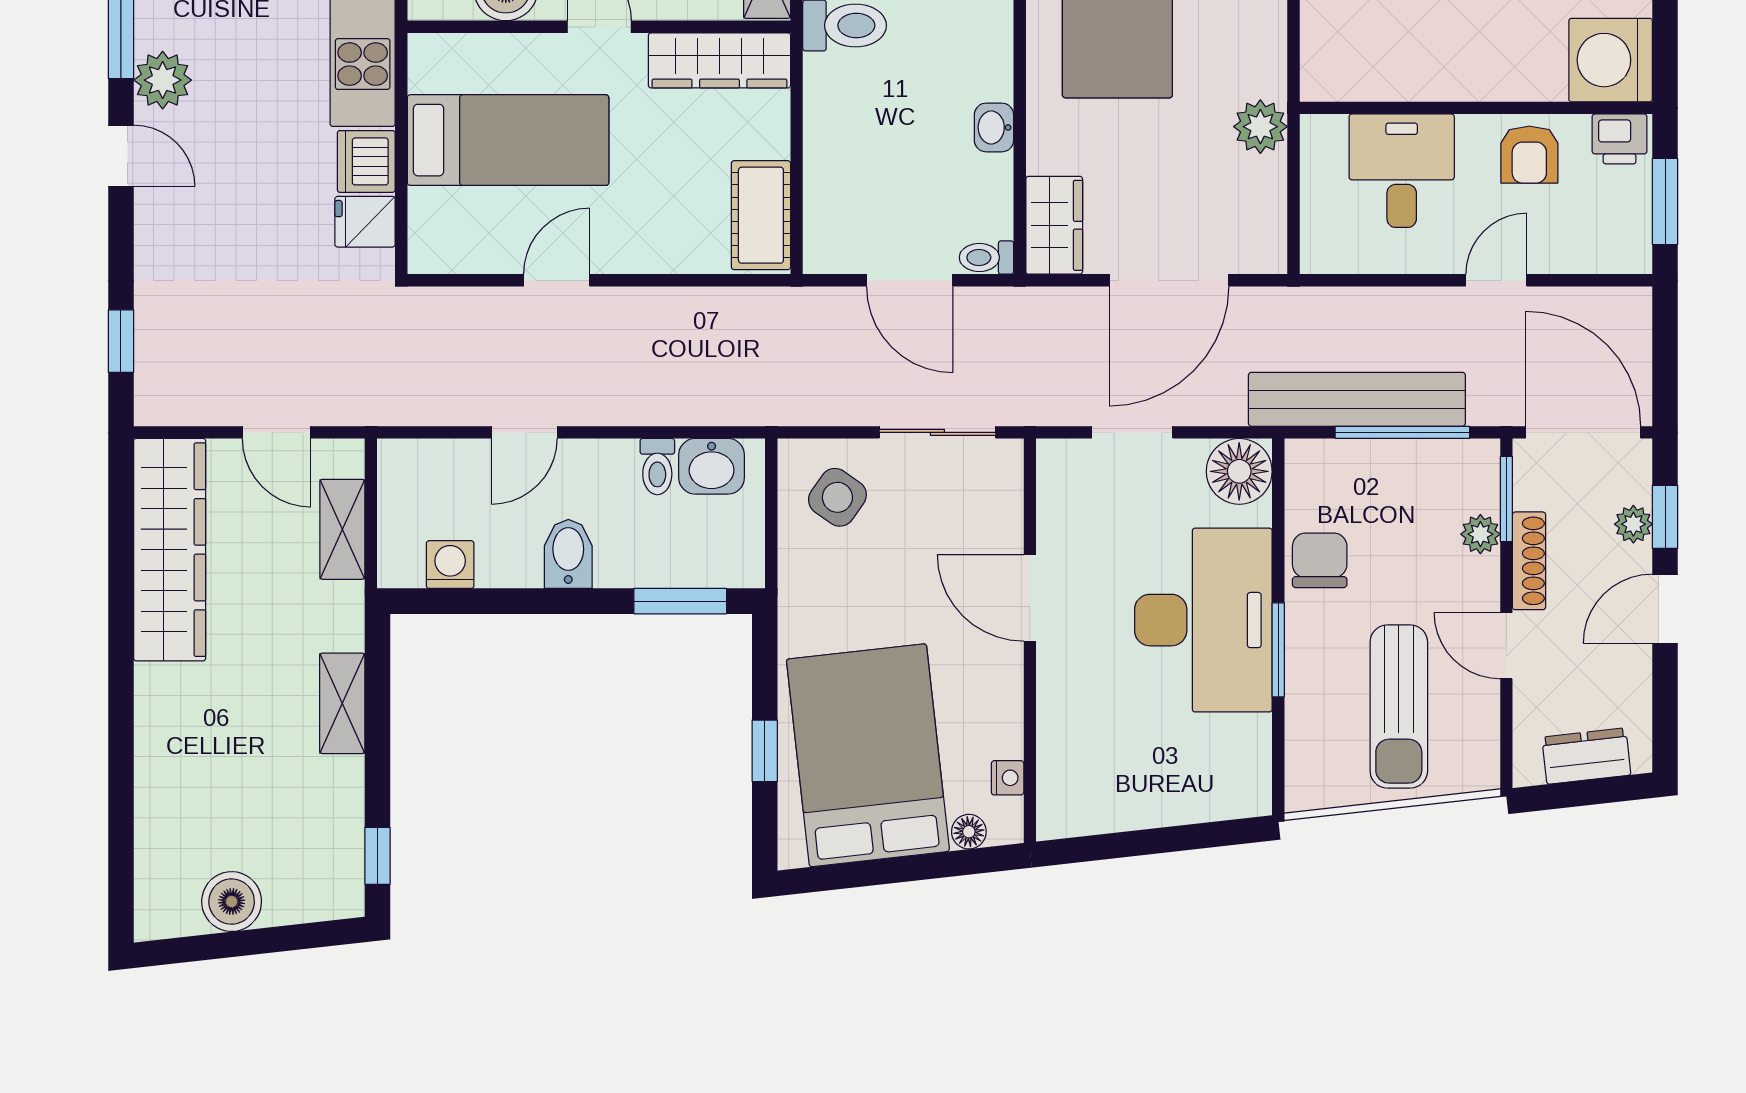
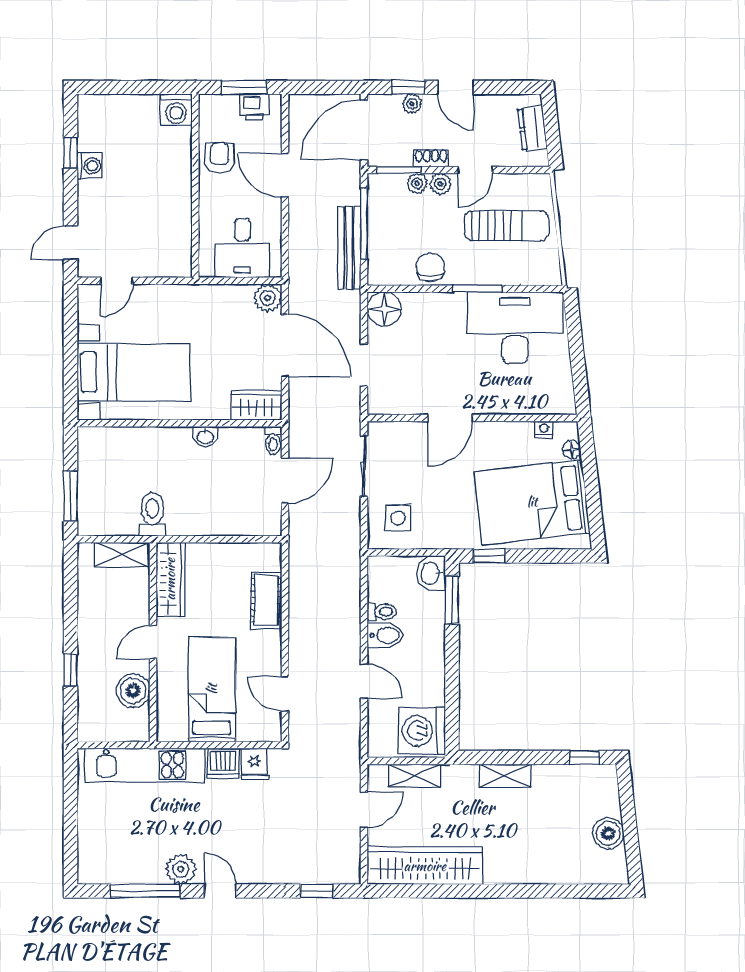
washing machine: (1611, 60) -> (176, 110), width x0.73, depth x0.73
plant: (1260, 127) -> (268, 298), moved
printer: (1620, 139) -> (254, 107), moved, turned 90
armchair: (1529, 155) -> (220, 158), turned -90
door: (121, 156) -> (220, 891), hinge flipped
desk: (1402, 171) -> (242, 248), moved, turned -90
cot: (761, 215) -> (266, 600), moved, turned 90
door: (557, 280) -> (285, 694), moved
door: (1496, 280) -> (285, 175), width x1.37
bench: (1357, 399) -> (349, 248), width x0.73, depth x0.82
washbasin: (712, 466) -> (431, 573), moved, turned 180
side table: (837, 497) -> (398, 518), turned -35
bidet: (568, 554) -> (385, 635), moved, turned 180
chair: (1320, 560) -> (431, 267), turned 90
shoe rack: (1529, 561) -> (431, 158), width x0.70
washing machine: (450, 565) -> (422, 731), width x1.89, depth x1.89
plant: (1480, 579) -> (440, 184), added
desk: (1203, 620) -> (515, 328), moved
window: (765, 751) -> (489, 556), moved

